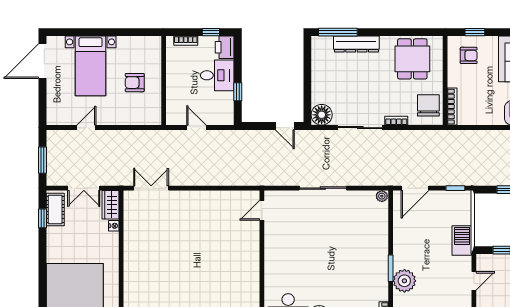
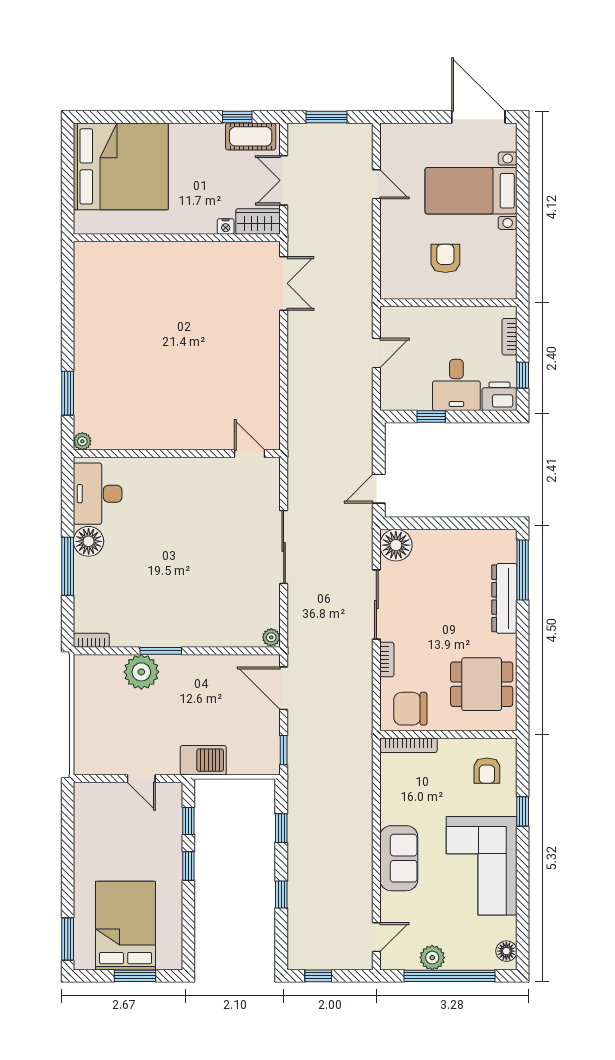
window: (475, 32) -> (523, 811), moved
chair: (428, 105) -> (410, 709), turned 180

